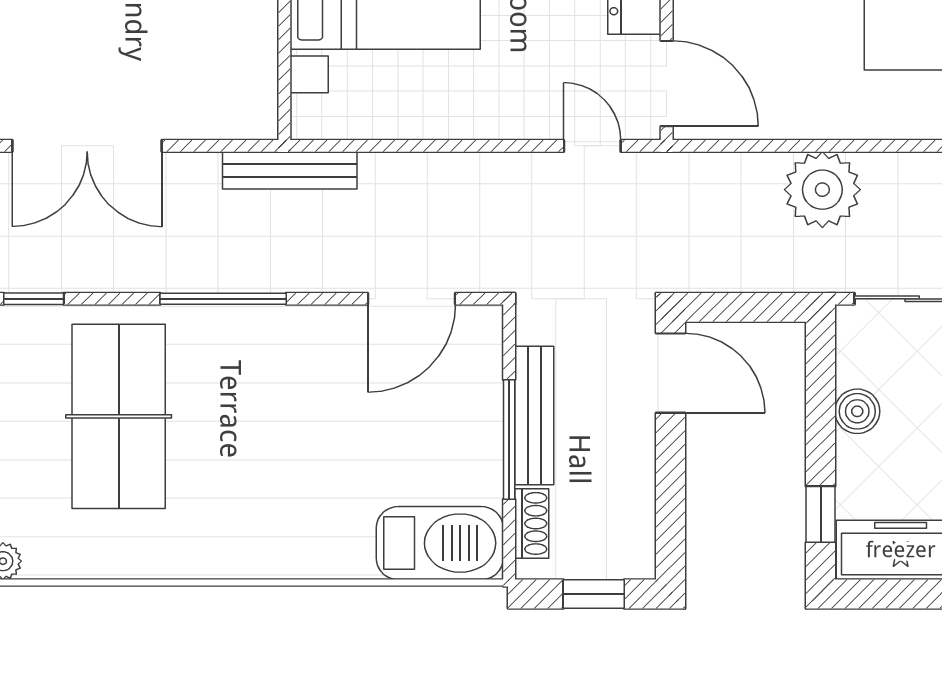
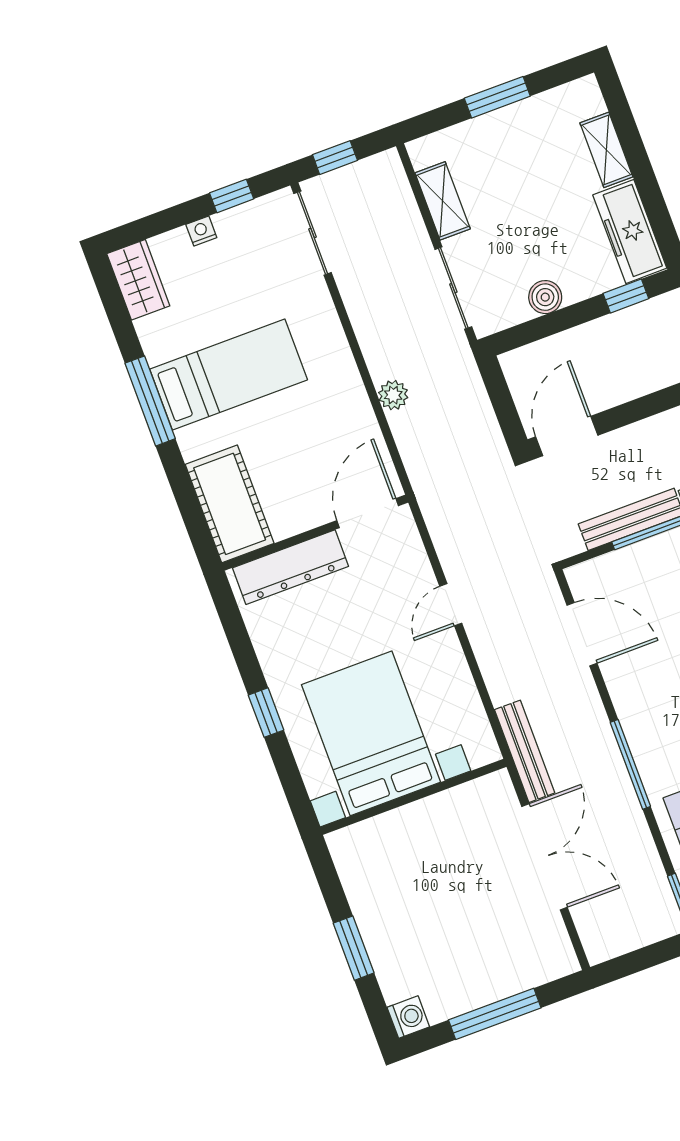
double door: (87, 146) -> (545, 857), moved
door: (592, 146) -> (451, 605), moved
plant: (822, 190) -> (393, 395), width x0.53, depth x0.53

